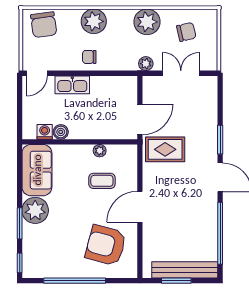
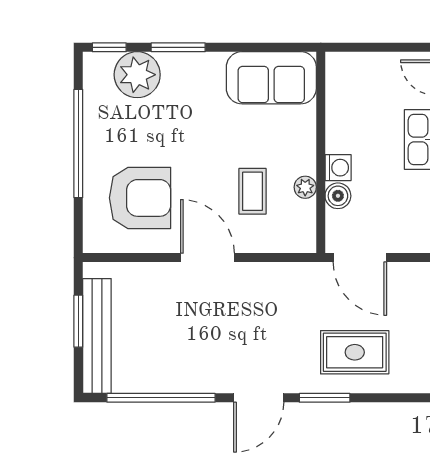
washing machine: (45, 132) -> (338, 168), moved
boiler: (61, 132) -> (338, 196), moved
rug: (165, 149) -> (355, 352), moved, turned 90
plant: (35, 210) -> (137, 75), moved
armchair: (106, 245) -> (140, 198), turned 75

